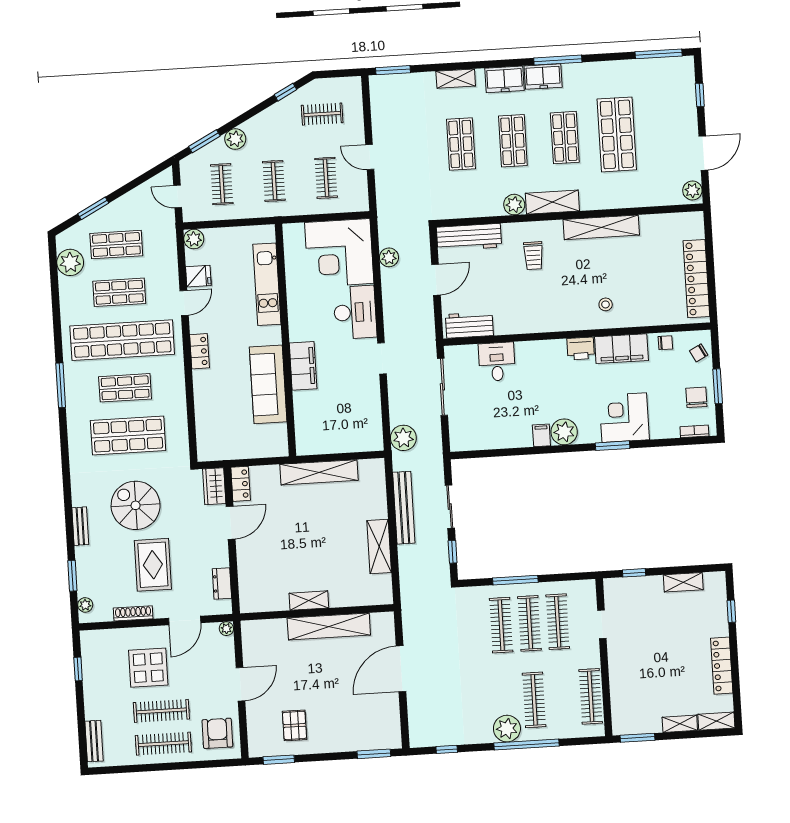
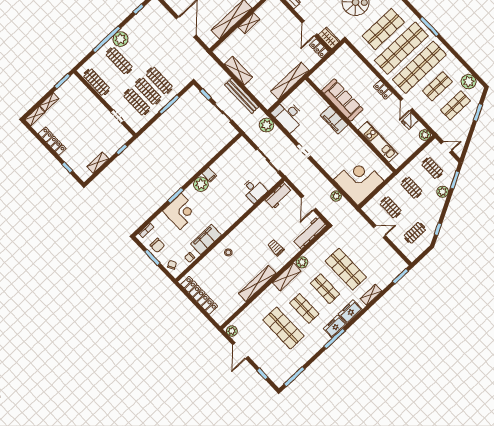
shop shelf: (461, 144) -> (346, 269), width x1.43, depth x1.36
desk: (355, 312) -> (288, 116), moved
printer: (581, 348) -> (223, 225), removed
shop shelf: (125, 388) -> (401, 48), width x2.00, depth x1.36

